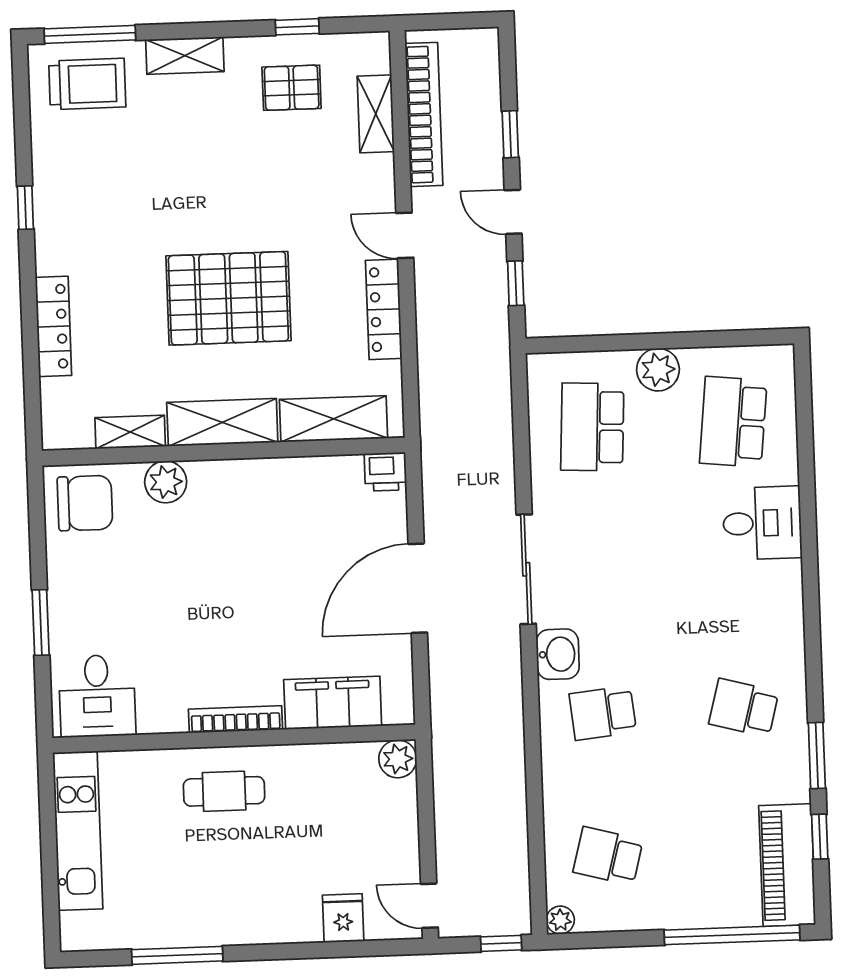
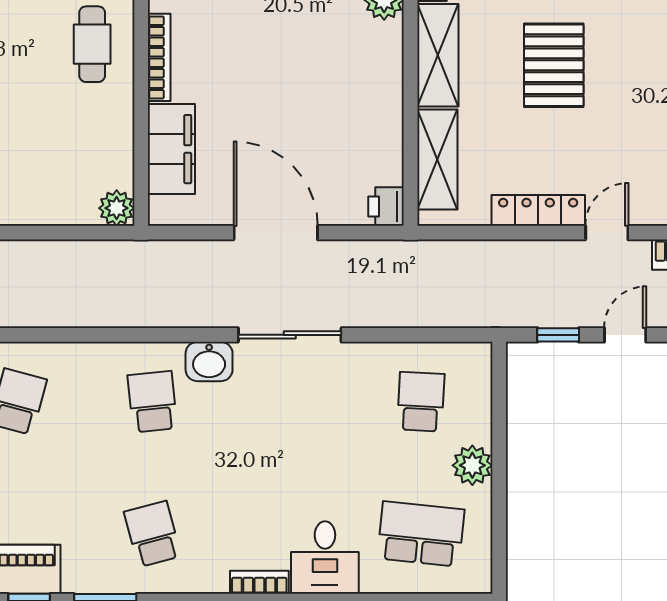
pallet: (228, 298) -> (554, 65), width x0.73, depth x0.71
school desk: (592, 427) -> (421, 402), width x0.54
bookcase: (791, 592) -> (259, 582), added
school desk: (744, 708) -> (152, 534), turned -30

